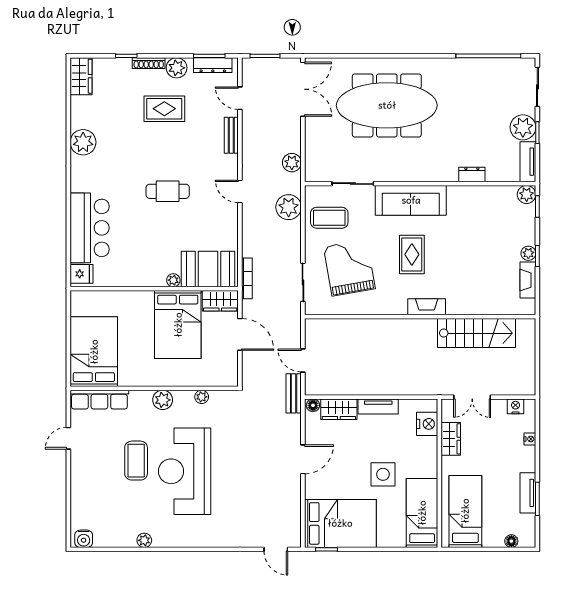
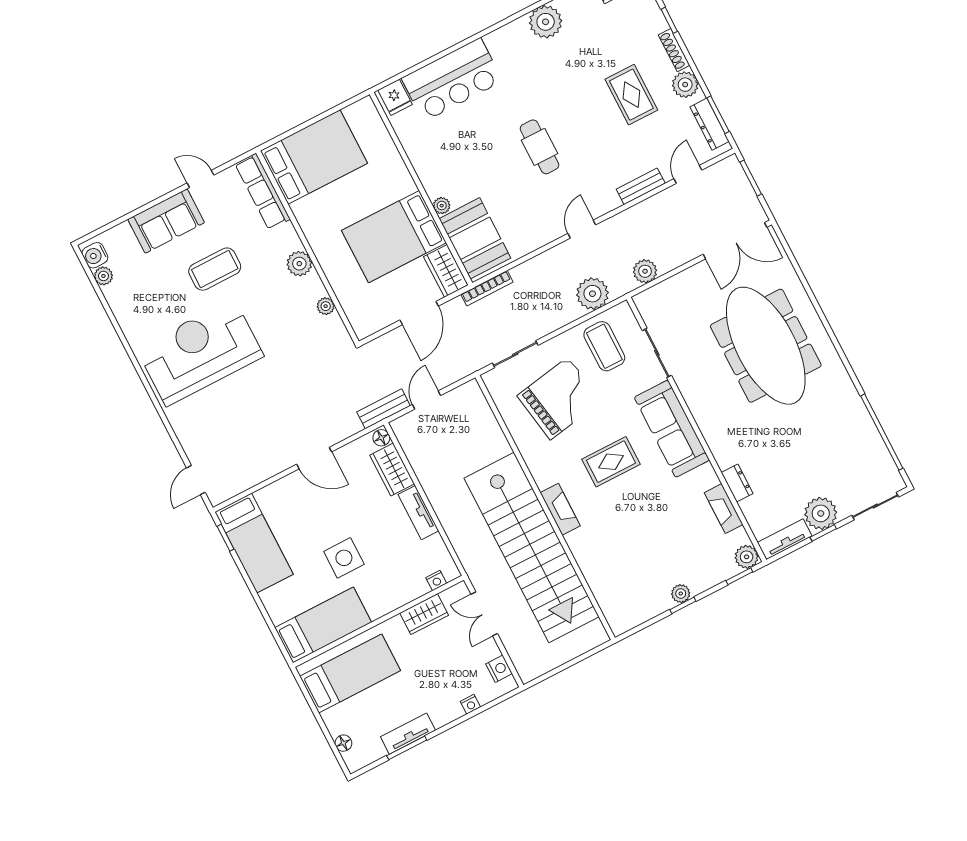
fireplace: (528, 280) -> (724, 509), moved, turned -90
stairs: (476, 333) -> (531, 548), width x1.86, depth x1.51
nightstand: (427, 424) -> (436, 581), width x0.53, depth x0.56
reception desk: (185, 471) -> (200, 352), moved
sofa: (85, 477) -> (166, 221), added
bed: (340, 523) -> (254, 543), width x0.67
plant: (144, 540) -> (103, 276), moved

